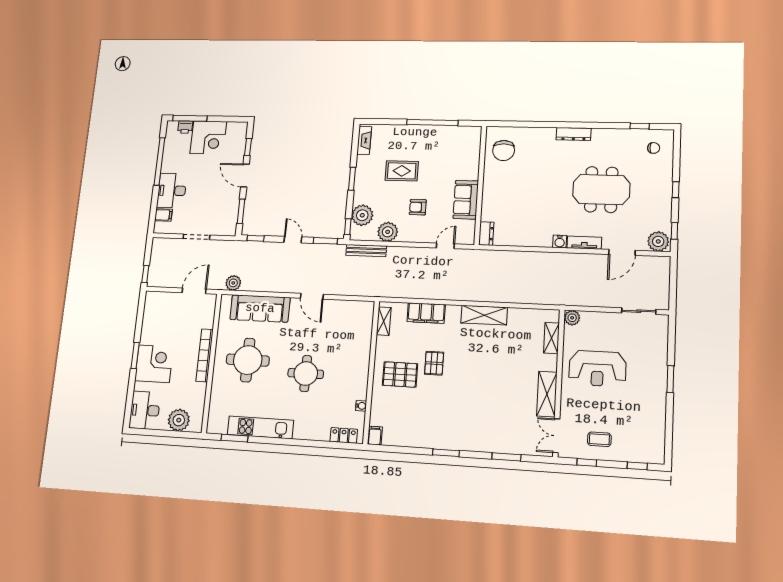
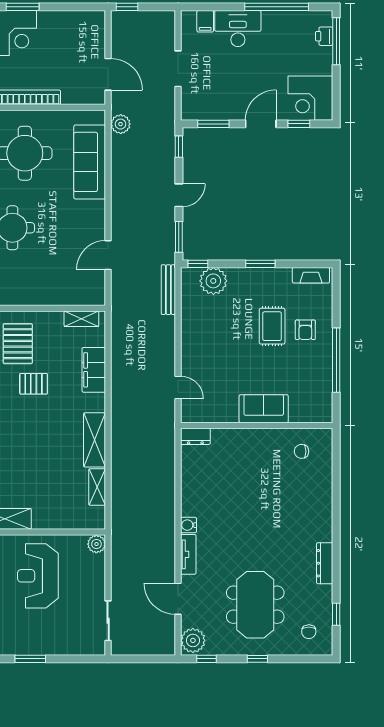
dresser: (574, 134) -> (325, 563), moved
corner desk: (208, 138) -> (310, 98), moved
chair: (504, 150) -> (302, 451), width x0.54, depth x0.54
meeting table: (601, 190) -> (255, 605), moved
sofa: (466, 200) -> (264, 409), moved
armchair: (418, 207) -> (305, 330), moved, turned 180
plant: (388, 232) -> (193, 315), removed
door: (312, 296) -> (108, 255), moved
shelving: (552, 338) -> (97, 487), moved, turned 90

